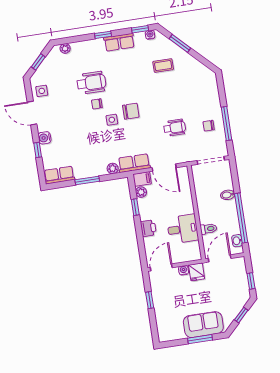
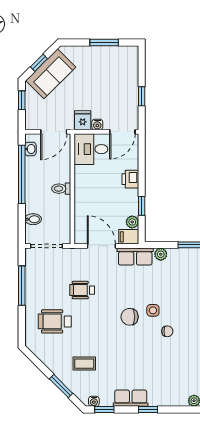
wheelchair: (91, 83) -> (55, 321), moved
chair: (209, 126) -> (43, 286), removed
bidet: (228, 195) -> (33, 219), moved
desk: (183, 229) -> (91, 149), moved
toilet: (209, 229) -> (61, 189), moved
sofa: (203, 325) -> (51, 74), moved, turned -45
window: (200, 339) -> (104, 42), moved

